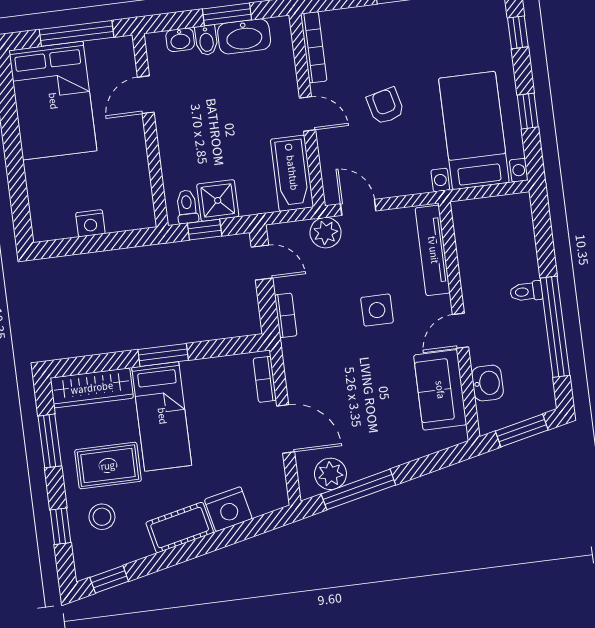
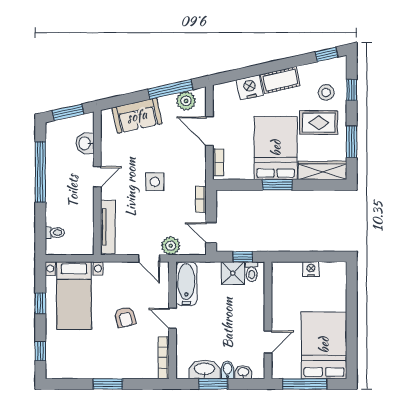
toilet: (526, 292) -> (55, 233), moved
side table: (377, 310) -> (155, 182), moved
sofa: (440, 390) -> (137, 116), moved, turned 77
bed: (162, 416) -> (276, 148), width x1.50

